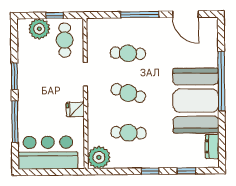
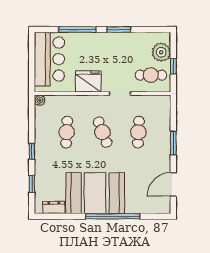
window: (140, 15) -> (173, 143), width x0.69
cafe table: (128, 93) -> (103, 132), turned -39
fridge: (75, 109) -> (88, 81), width x1.88, depth x1.34
plant: (99, 157) -> (40, 100), width x0.53, depth x0.53

